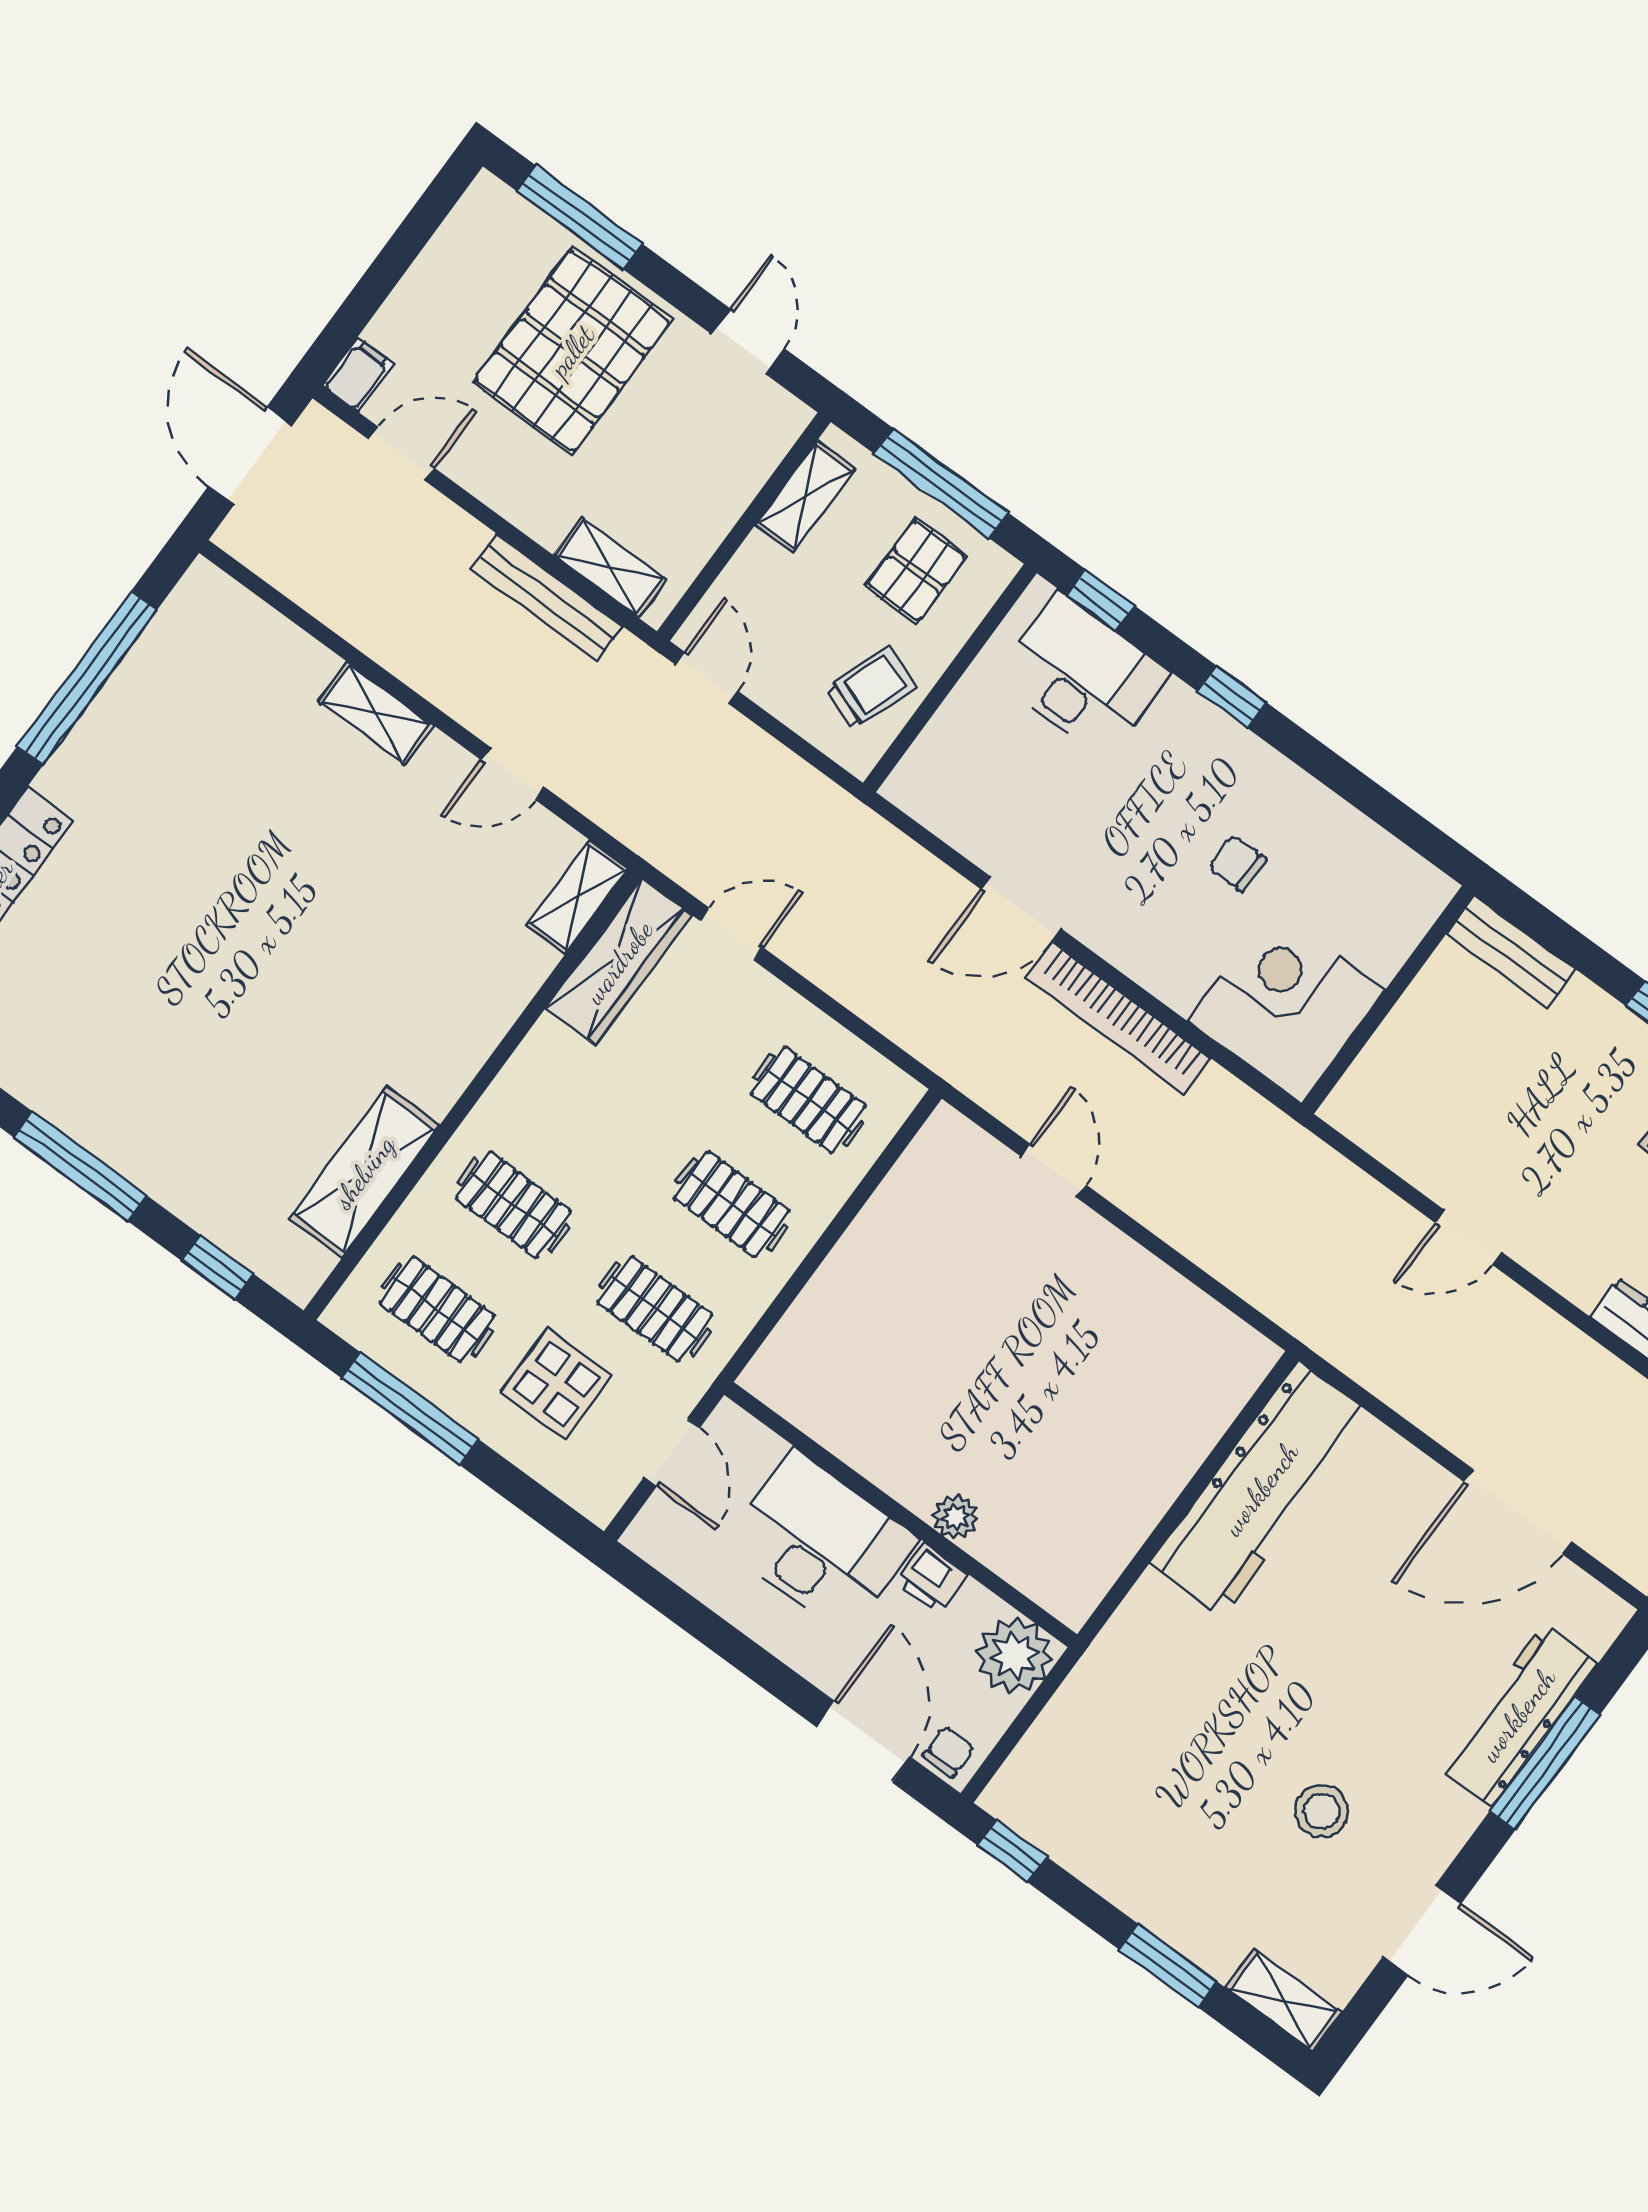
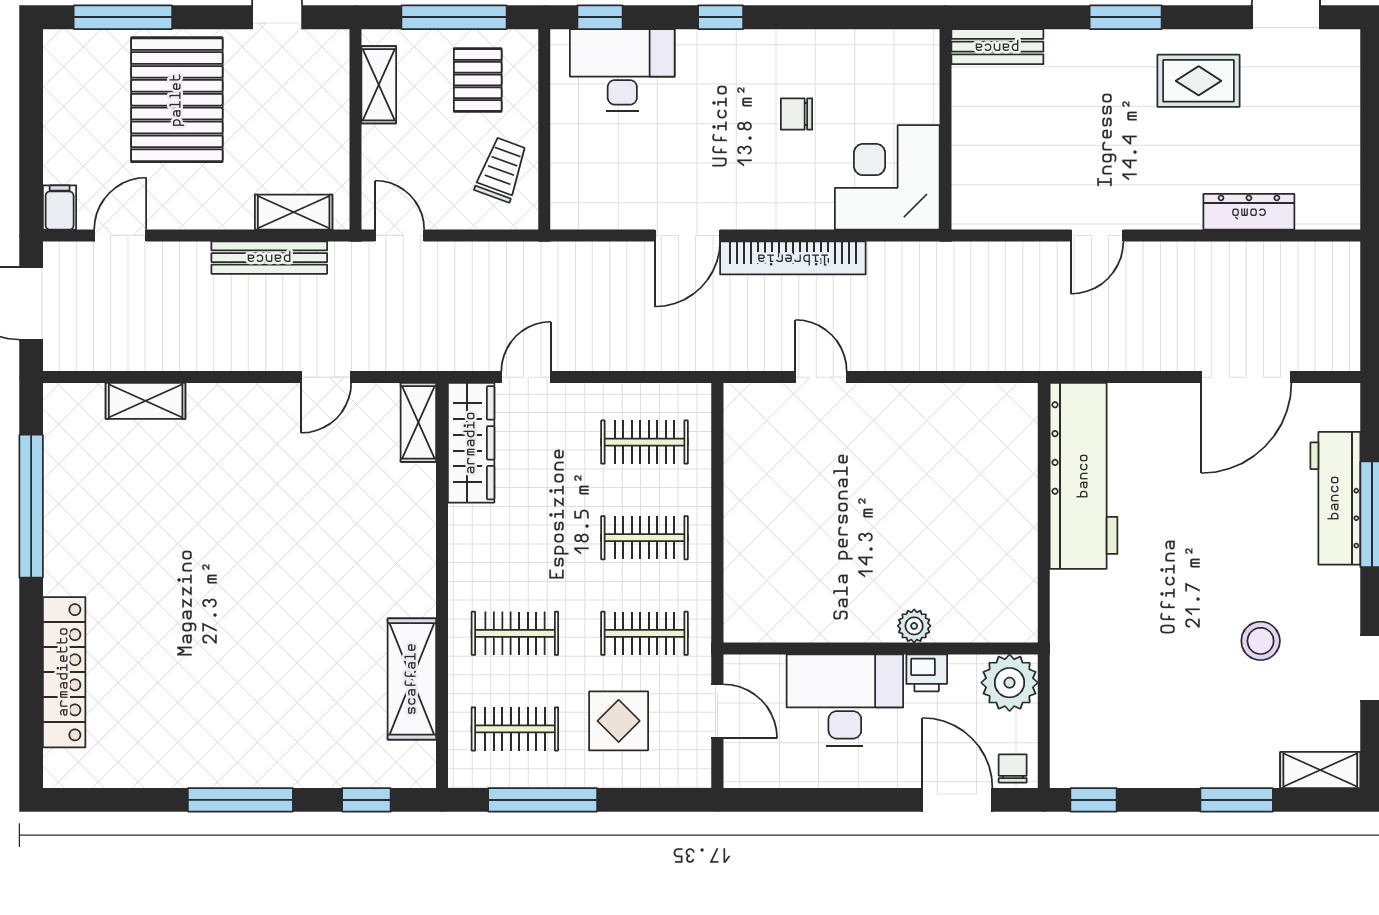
shelving: (376, 713) -> (146, 401), moved

